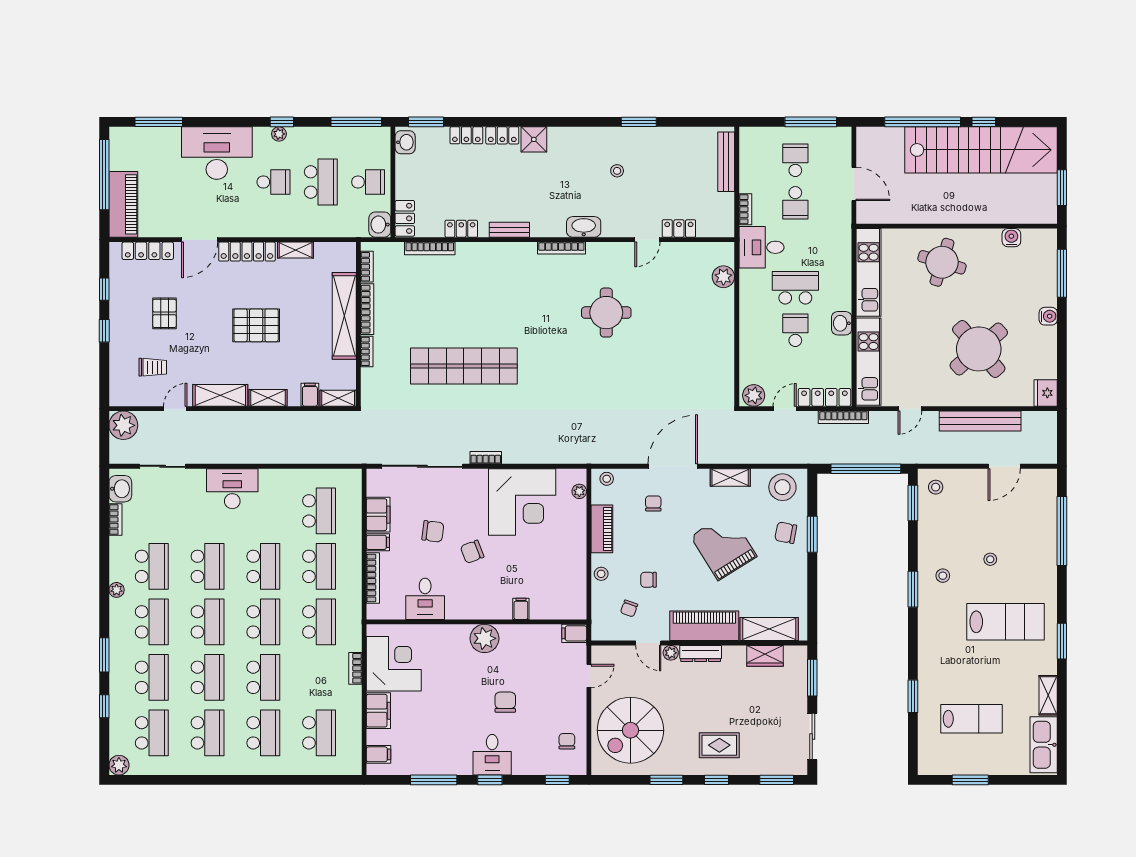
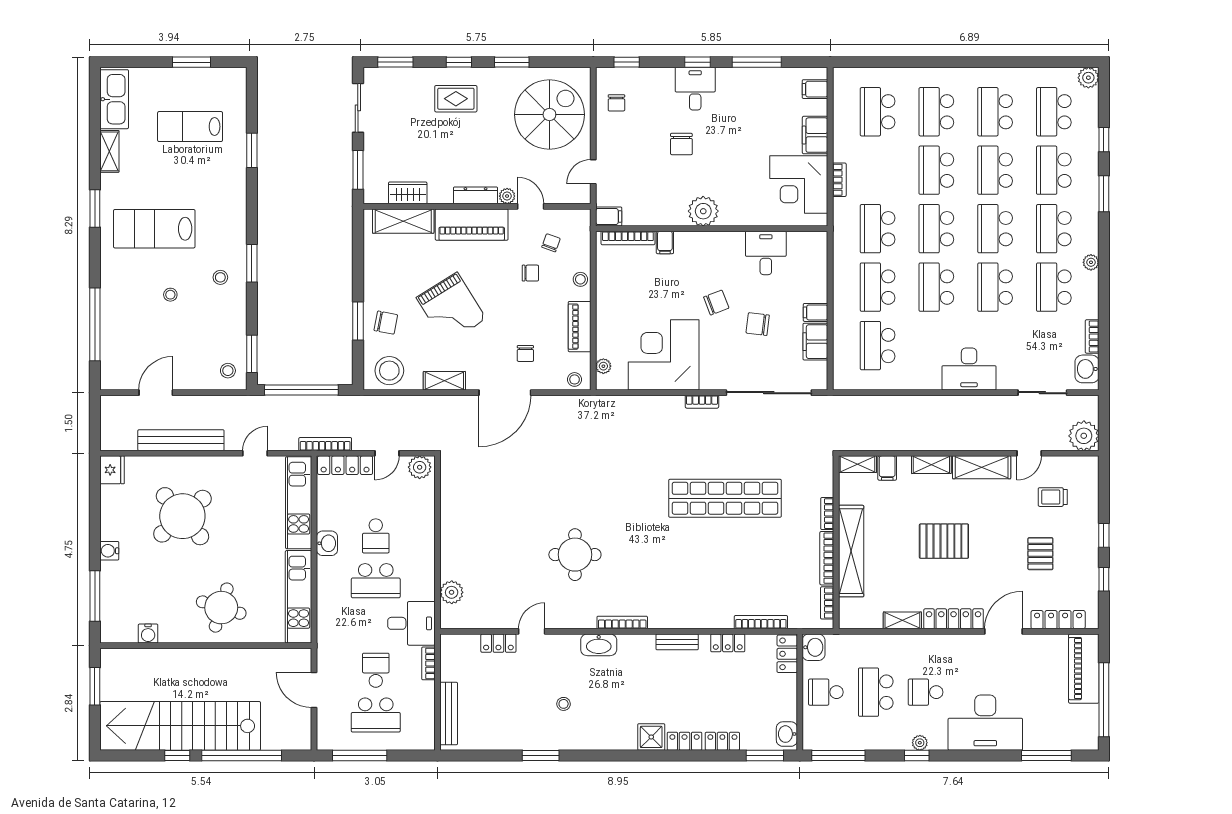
school desk: (795, 160) -> (376, 715), width x1.85
bookcase: (373, 578) -> (628, 238), moved, turned -90

